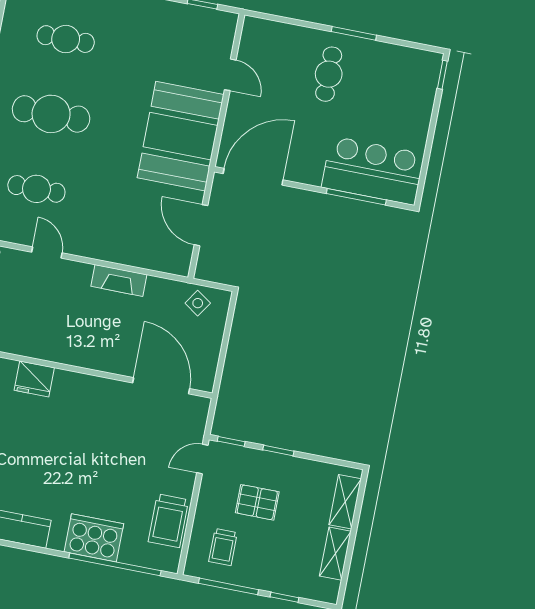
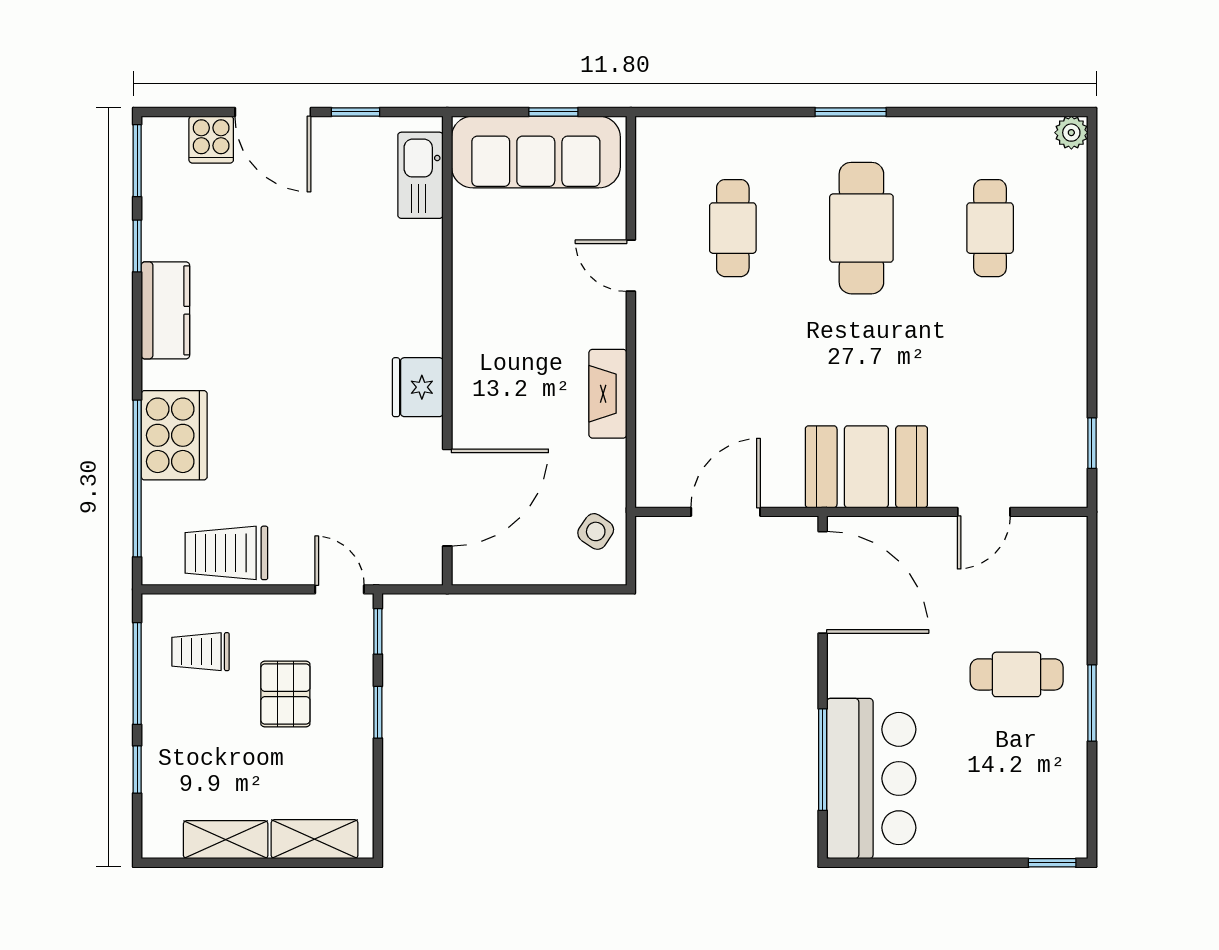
booth: (181, 136) -> (866, 467), width x0.73, depth x0.70
door: (47, 253) -> (631, 266), swing flipped
fridge: (34, 379) -> (418, 387), moved

